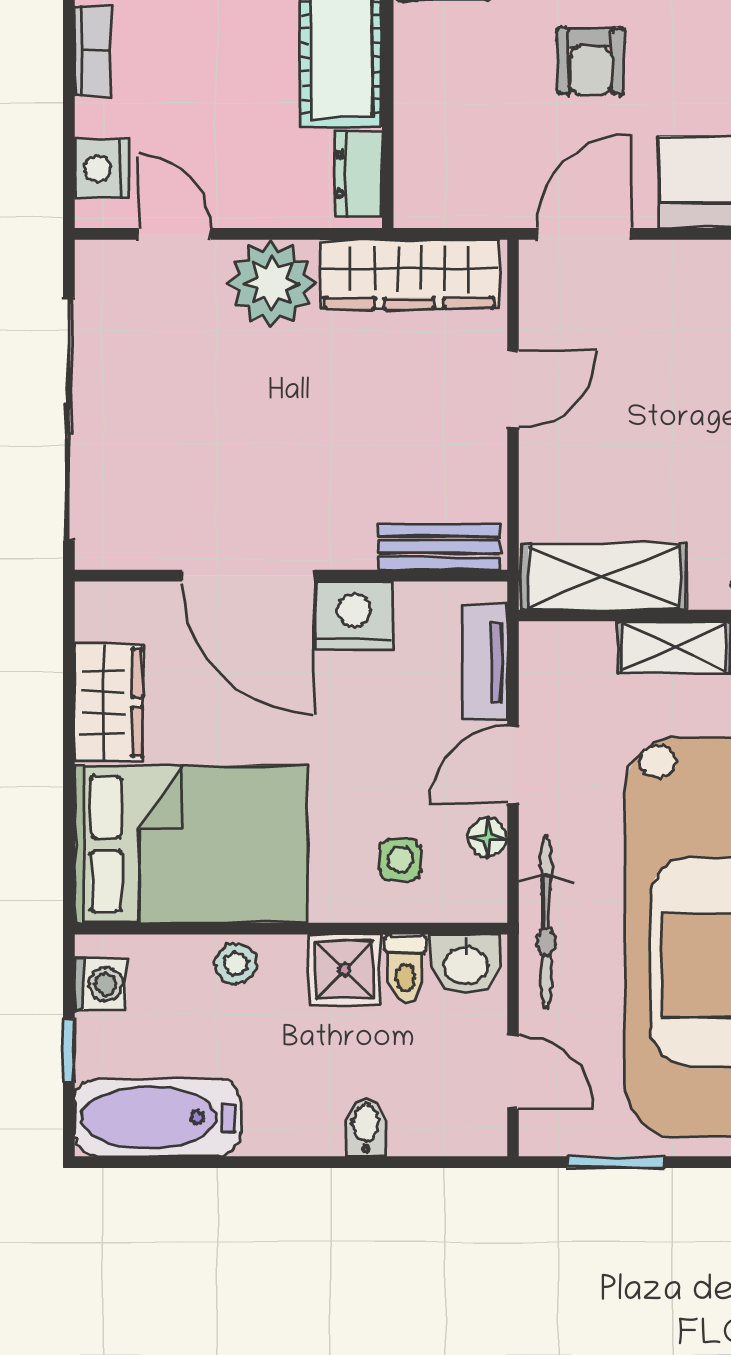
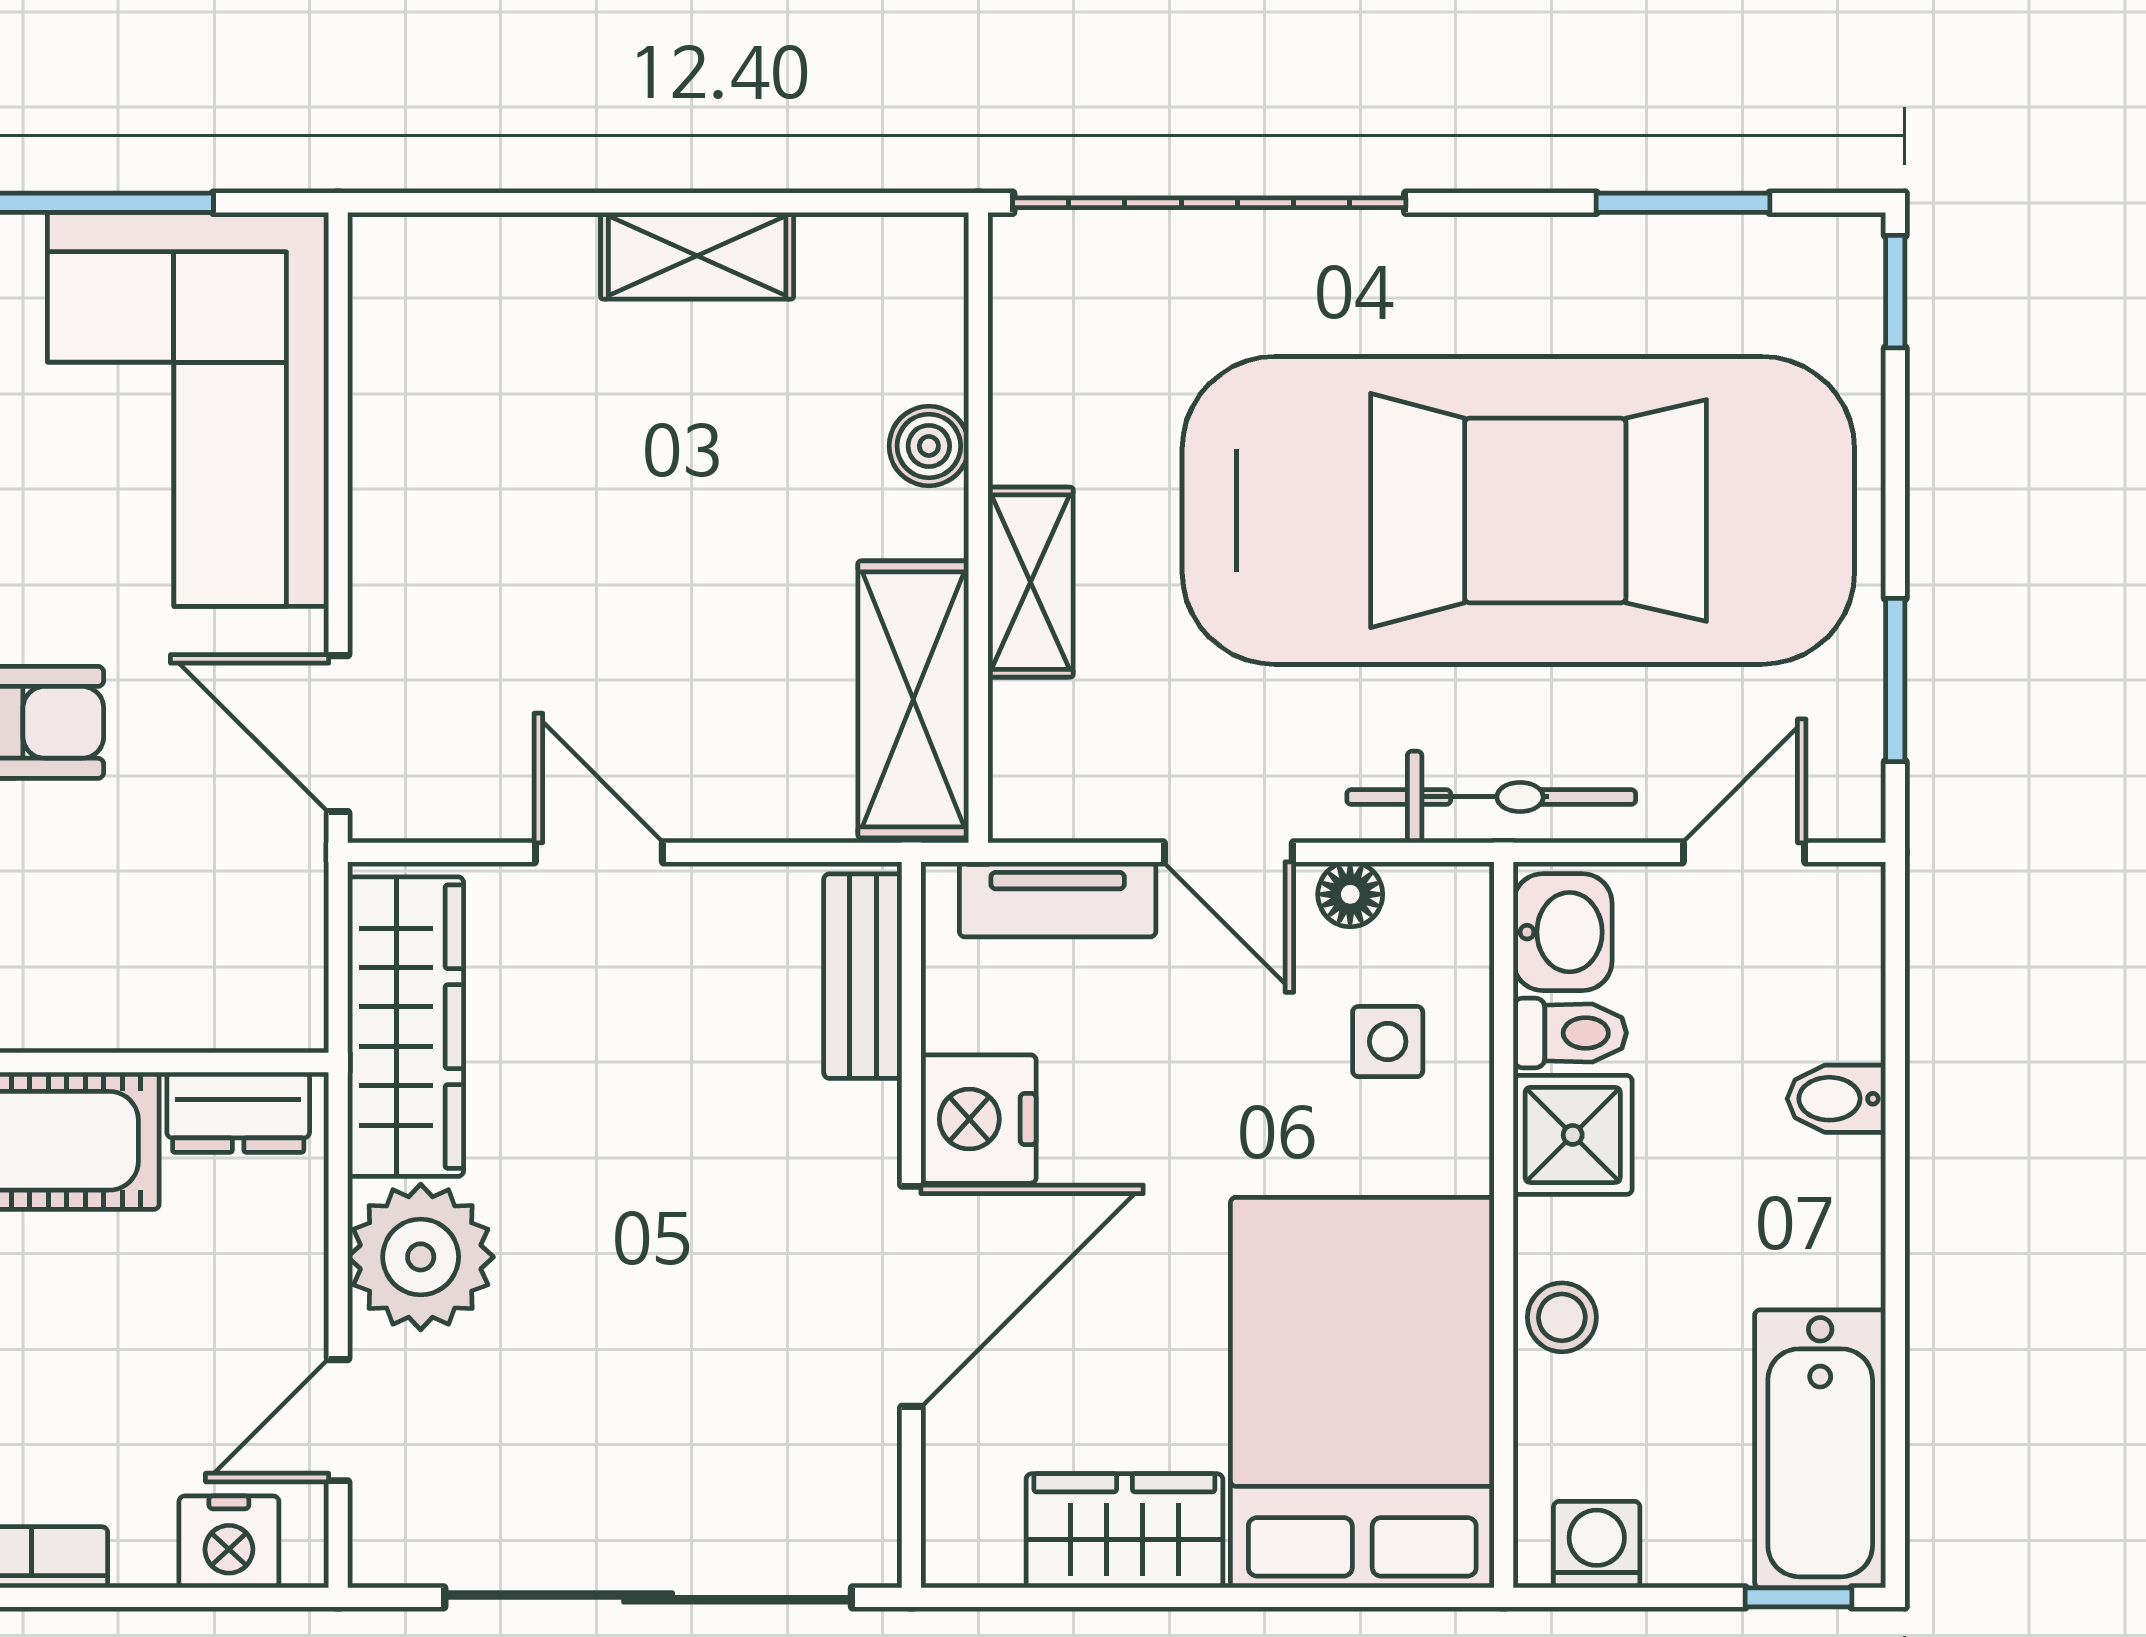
window: (69, 1050) -> (1798, 1597), moved

